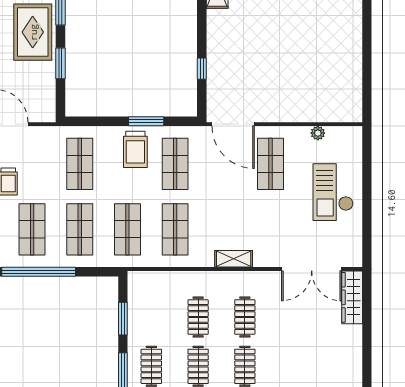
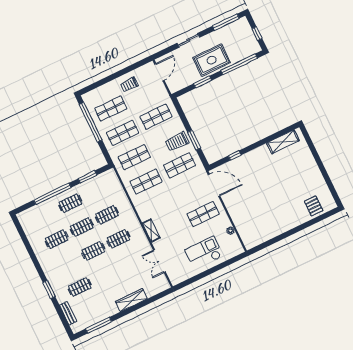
door: (233, 124) -> (214, 185), swing flipped
shelving: (234, 259) -> (151, 230), moved
double door: (312, 269) -> (159, 261), width x0.73
wardrobe: (352, 297) -> (131, 300), moved

